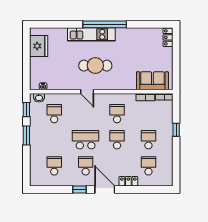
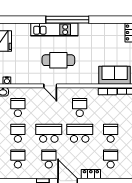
school desk: (54, 140) -> (18, 133), added
school desk: (117, 140) -> (80, 133), width x1.85

